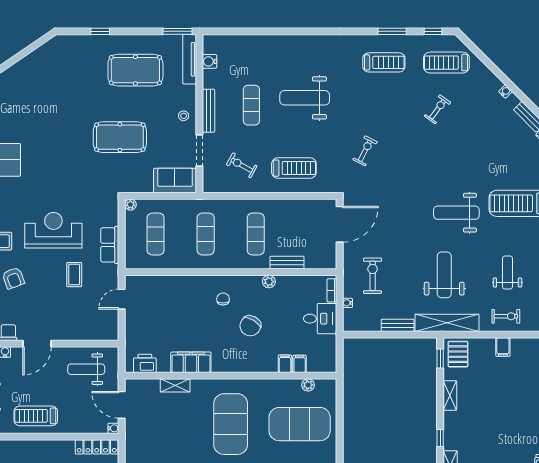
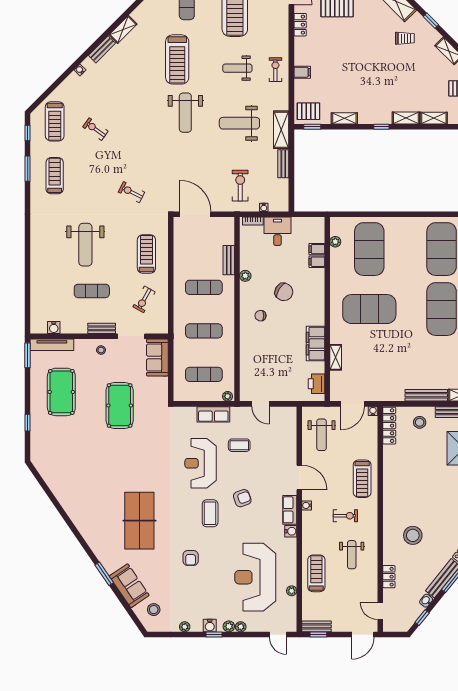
bench: (208, 111) -> (102, 328), width x0.73
plant: (130, 205) -> (228, 396), moved
exercise bike: (373, 276) -> (240, 186), turned 90
shelving: (447, 323) -> (281, 130), width x0.68

